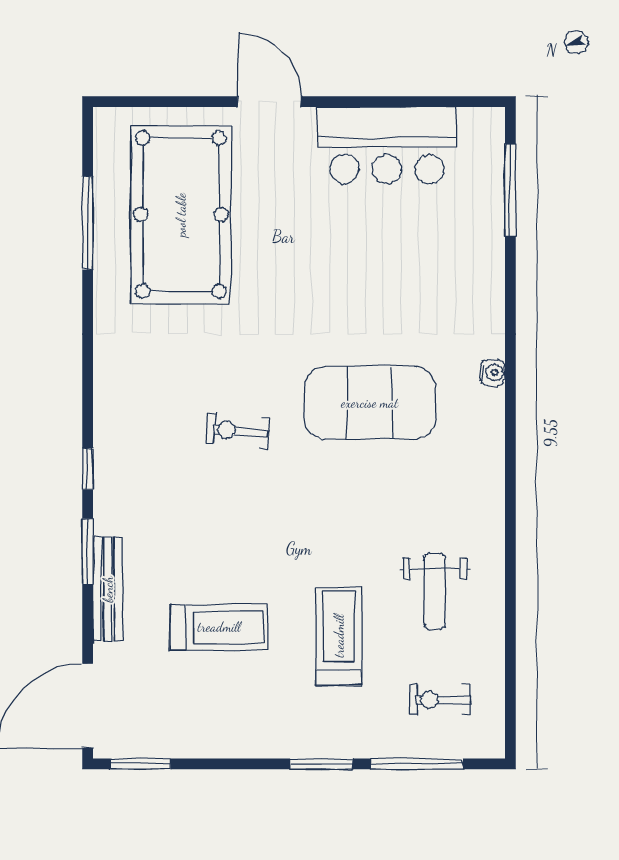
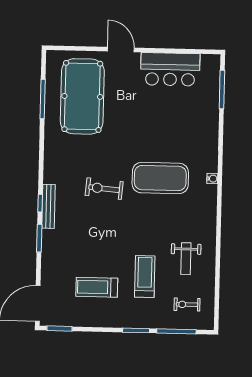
water cooler: (493, 373) -> (212, 179), moved
exercise bike: (238, 431) -> (104, 189), width x1.38, depth x1.39
bench: (108, 589) -> (49, 206), moved
treadmill: (219, 627) -> (97, 287), moved, turned 180

